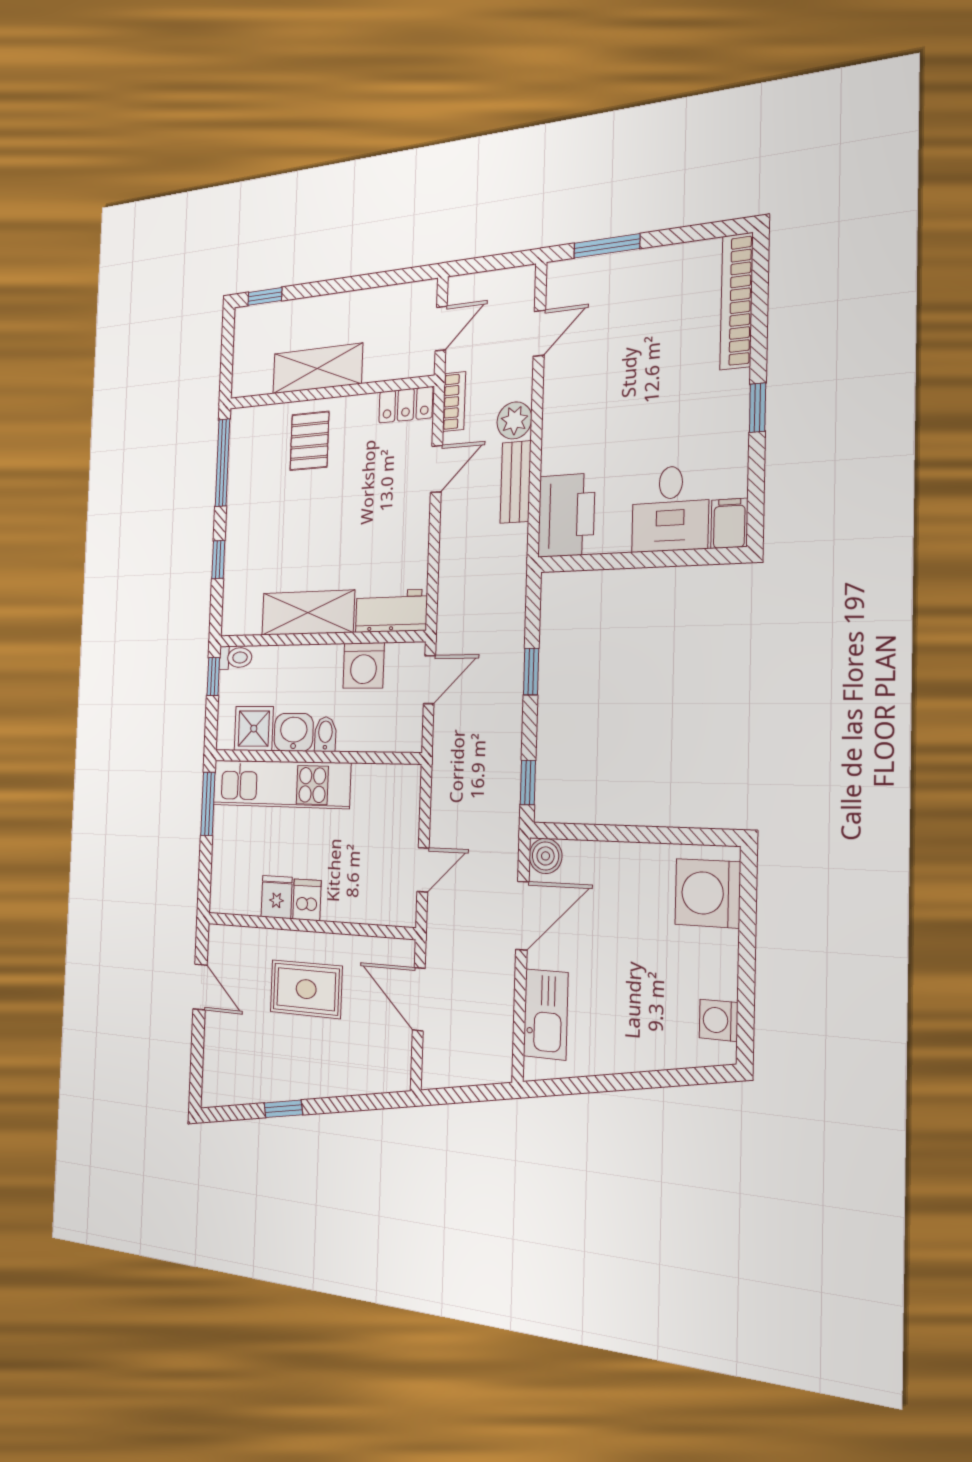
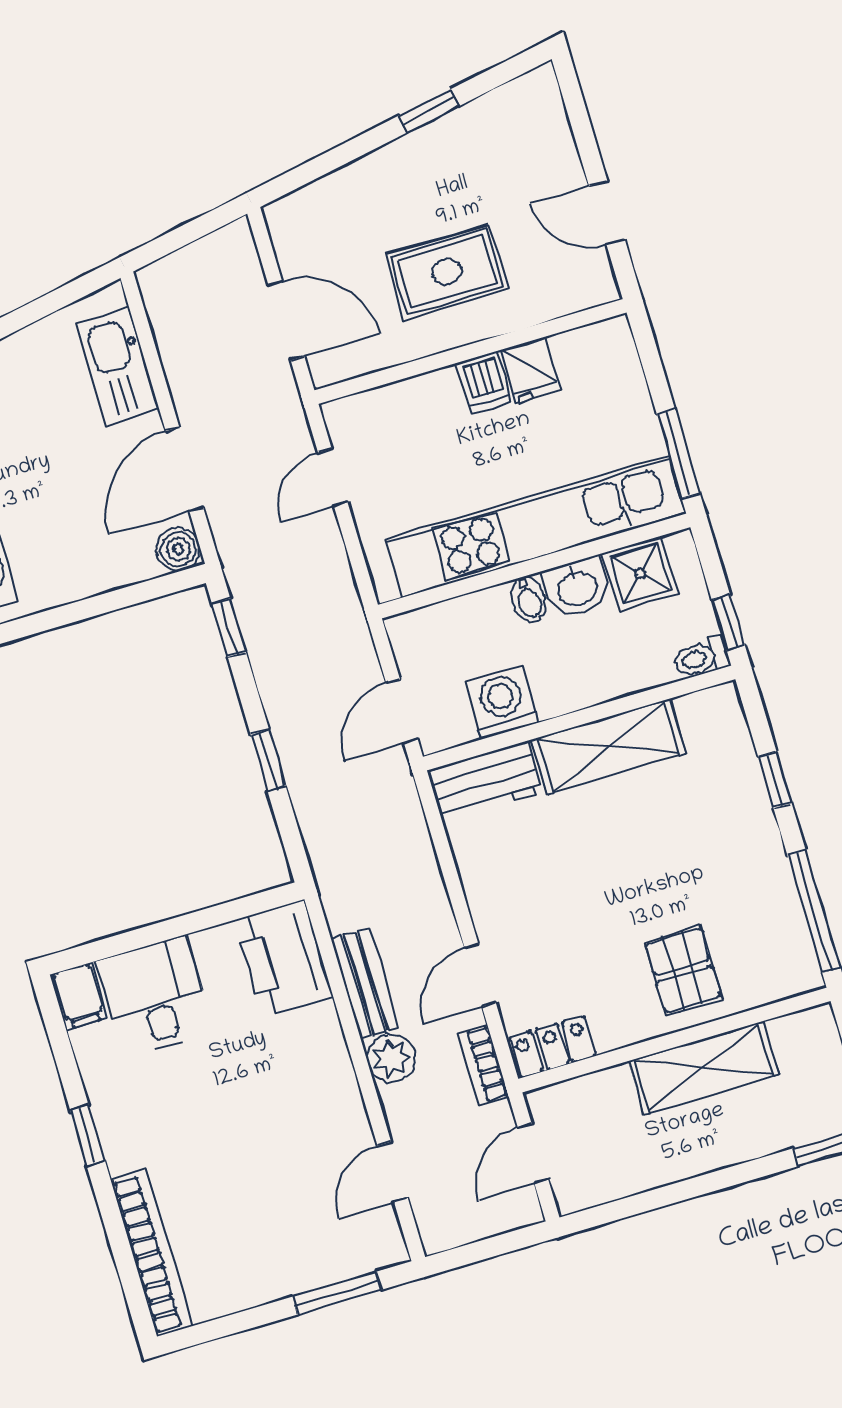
kitchen unit: (281, 784) -> (536, 526), width x1.36

